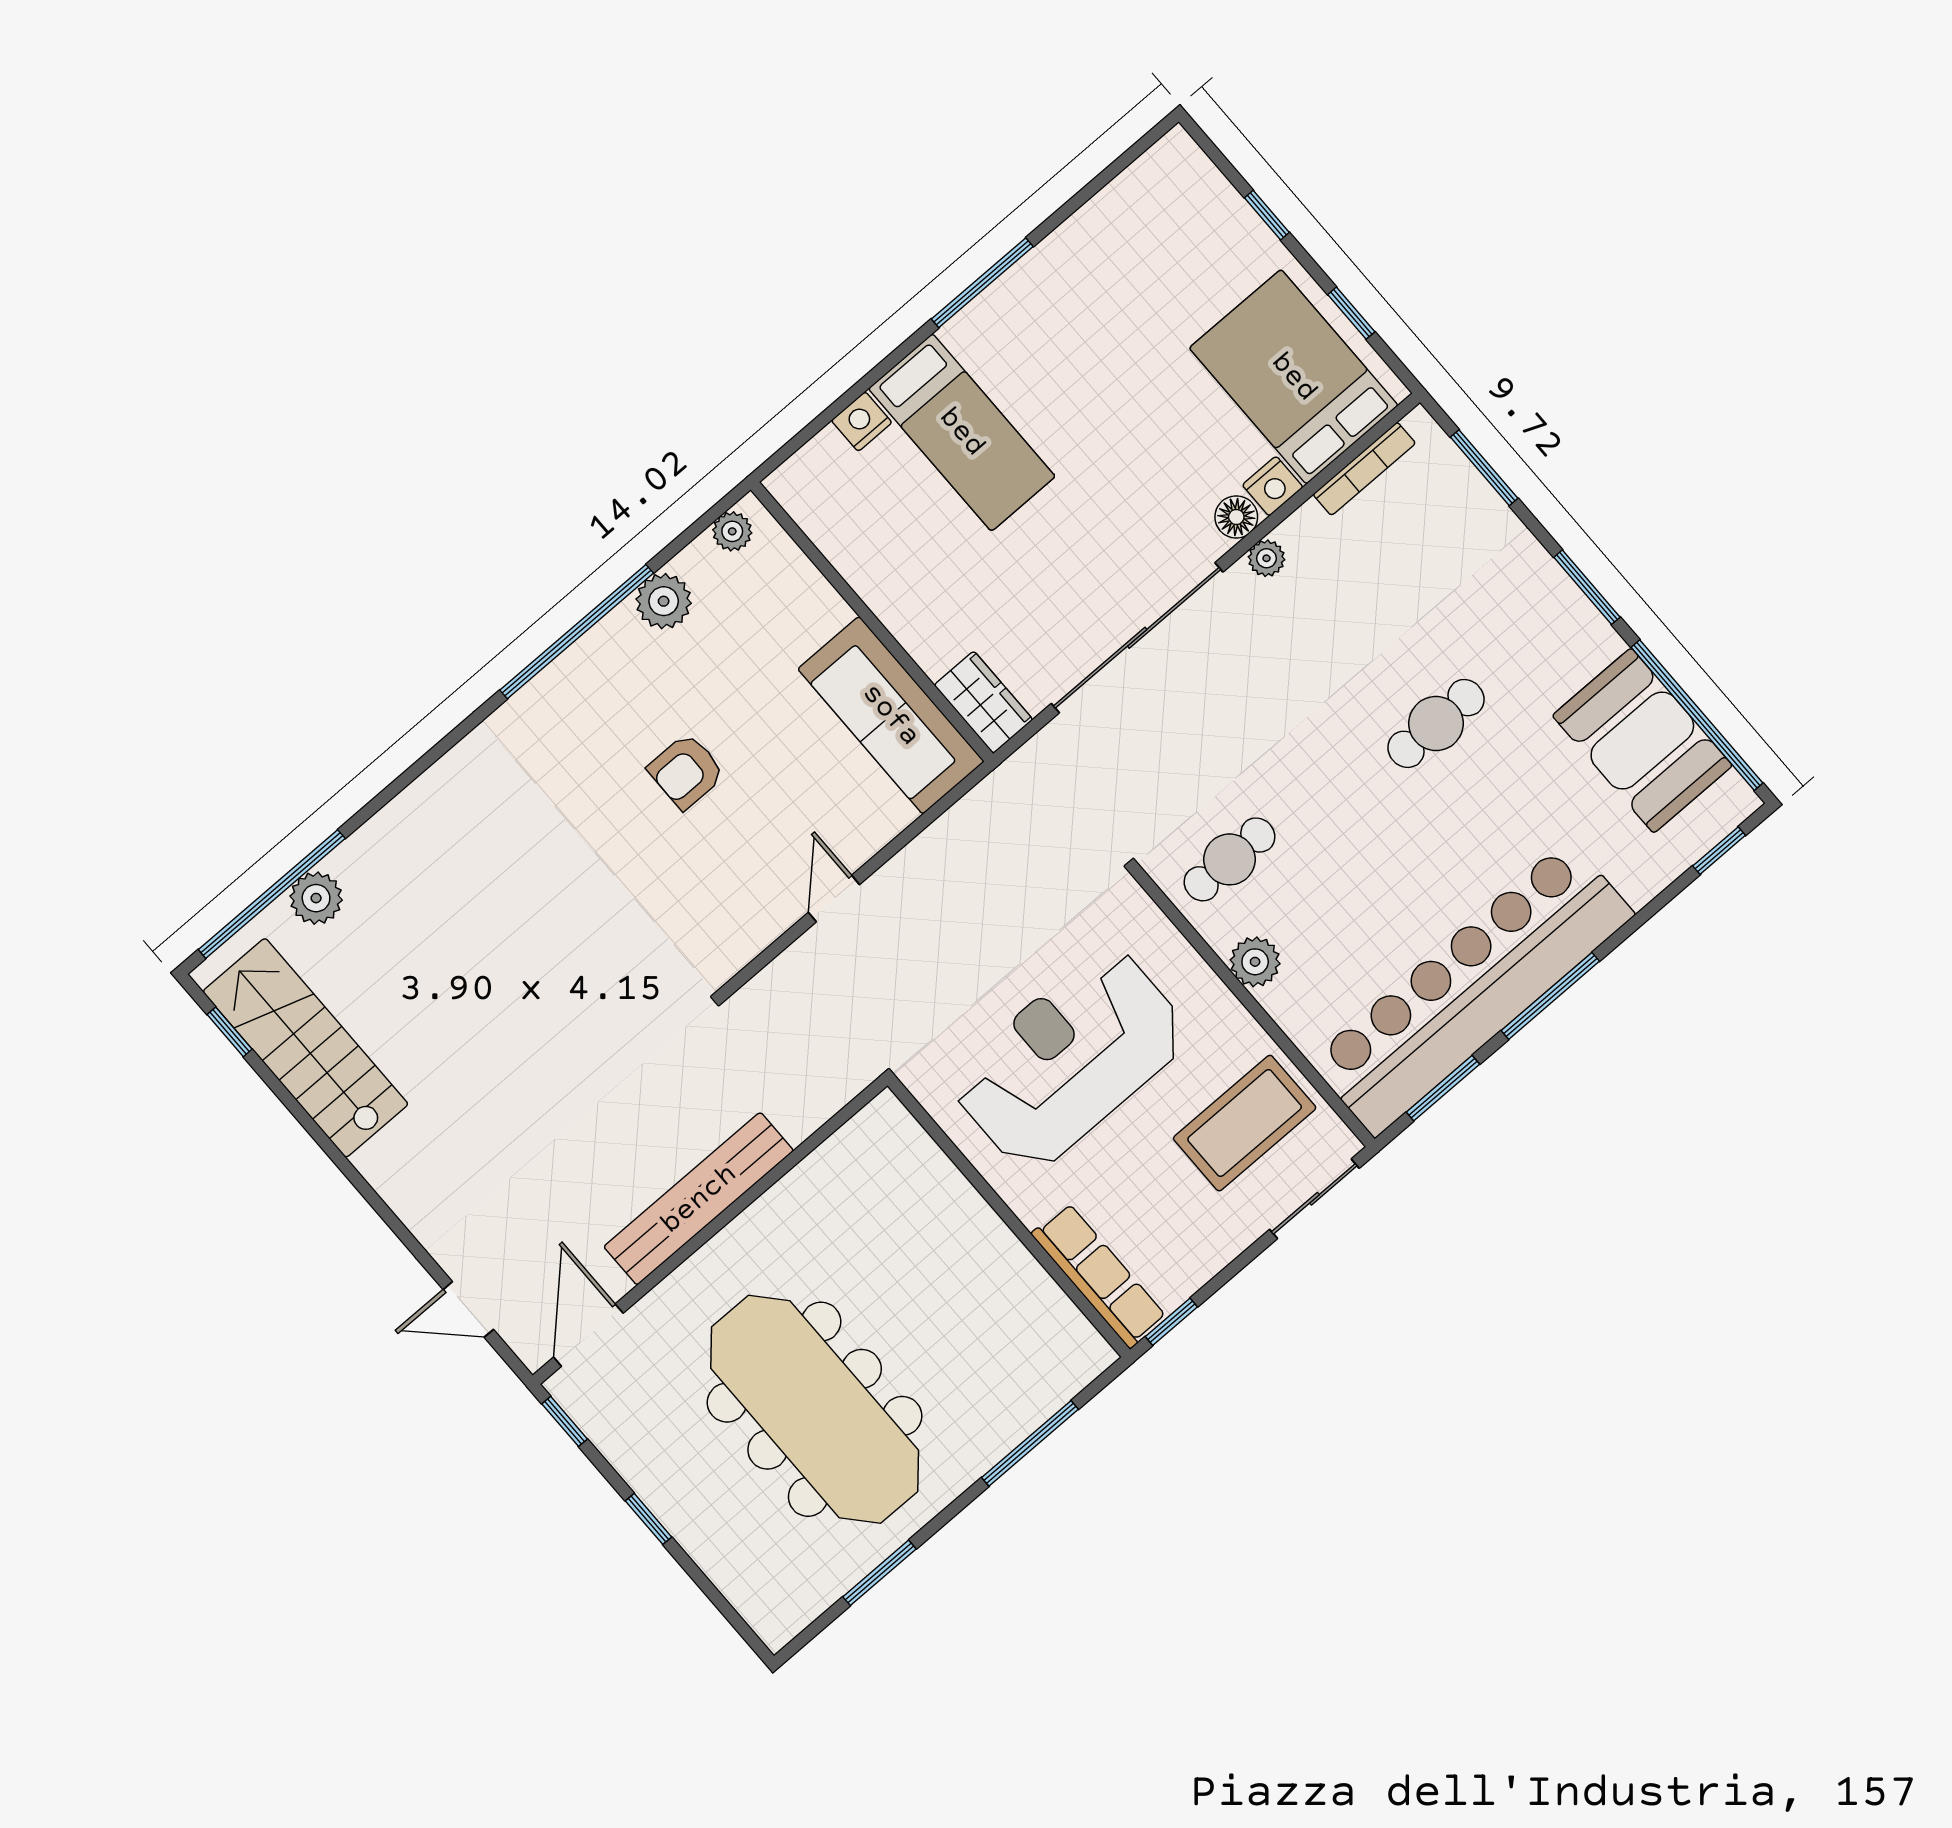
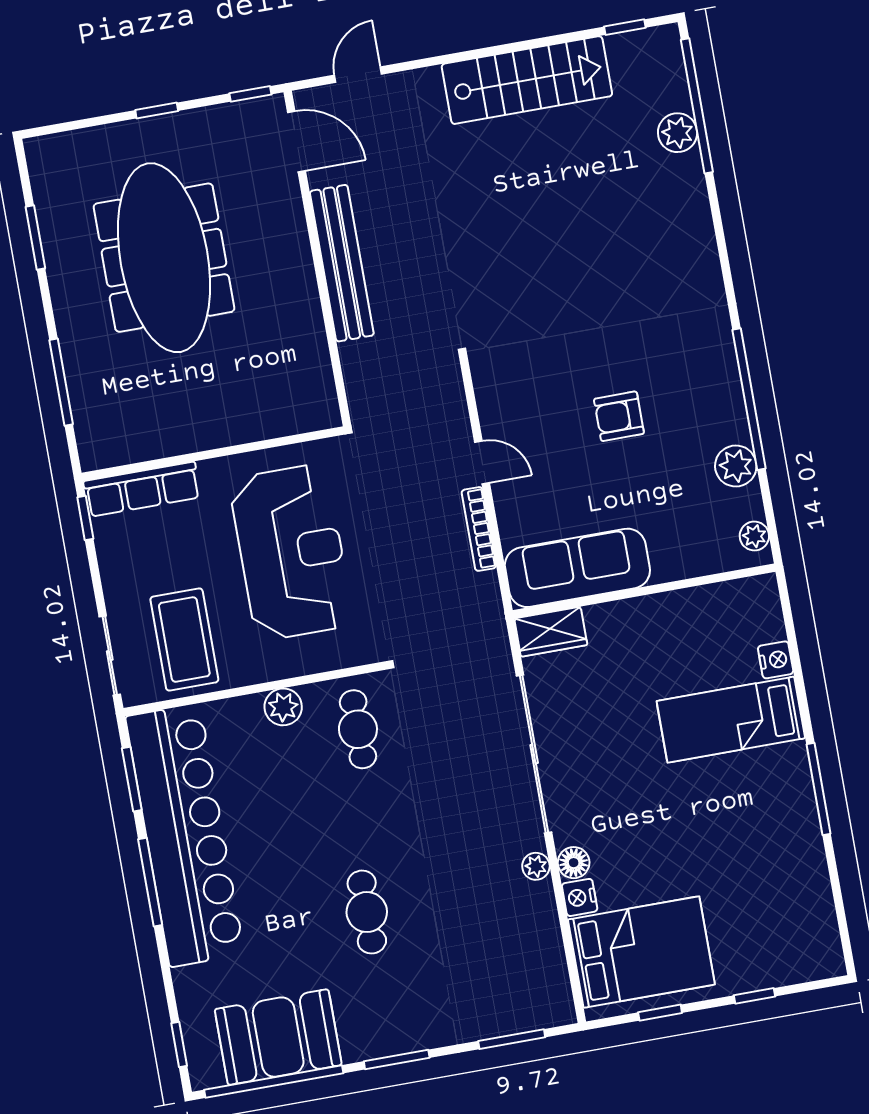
bookcase: (1364, 469) -> (479, 529), moved
armchair: (686, 771) -> (619, 416), turned -90
stairs: (306, 1048) -> (527, 80), moved
meeting table: (815, 1409) -> (164, 258), turned 90

